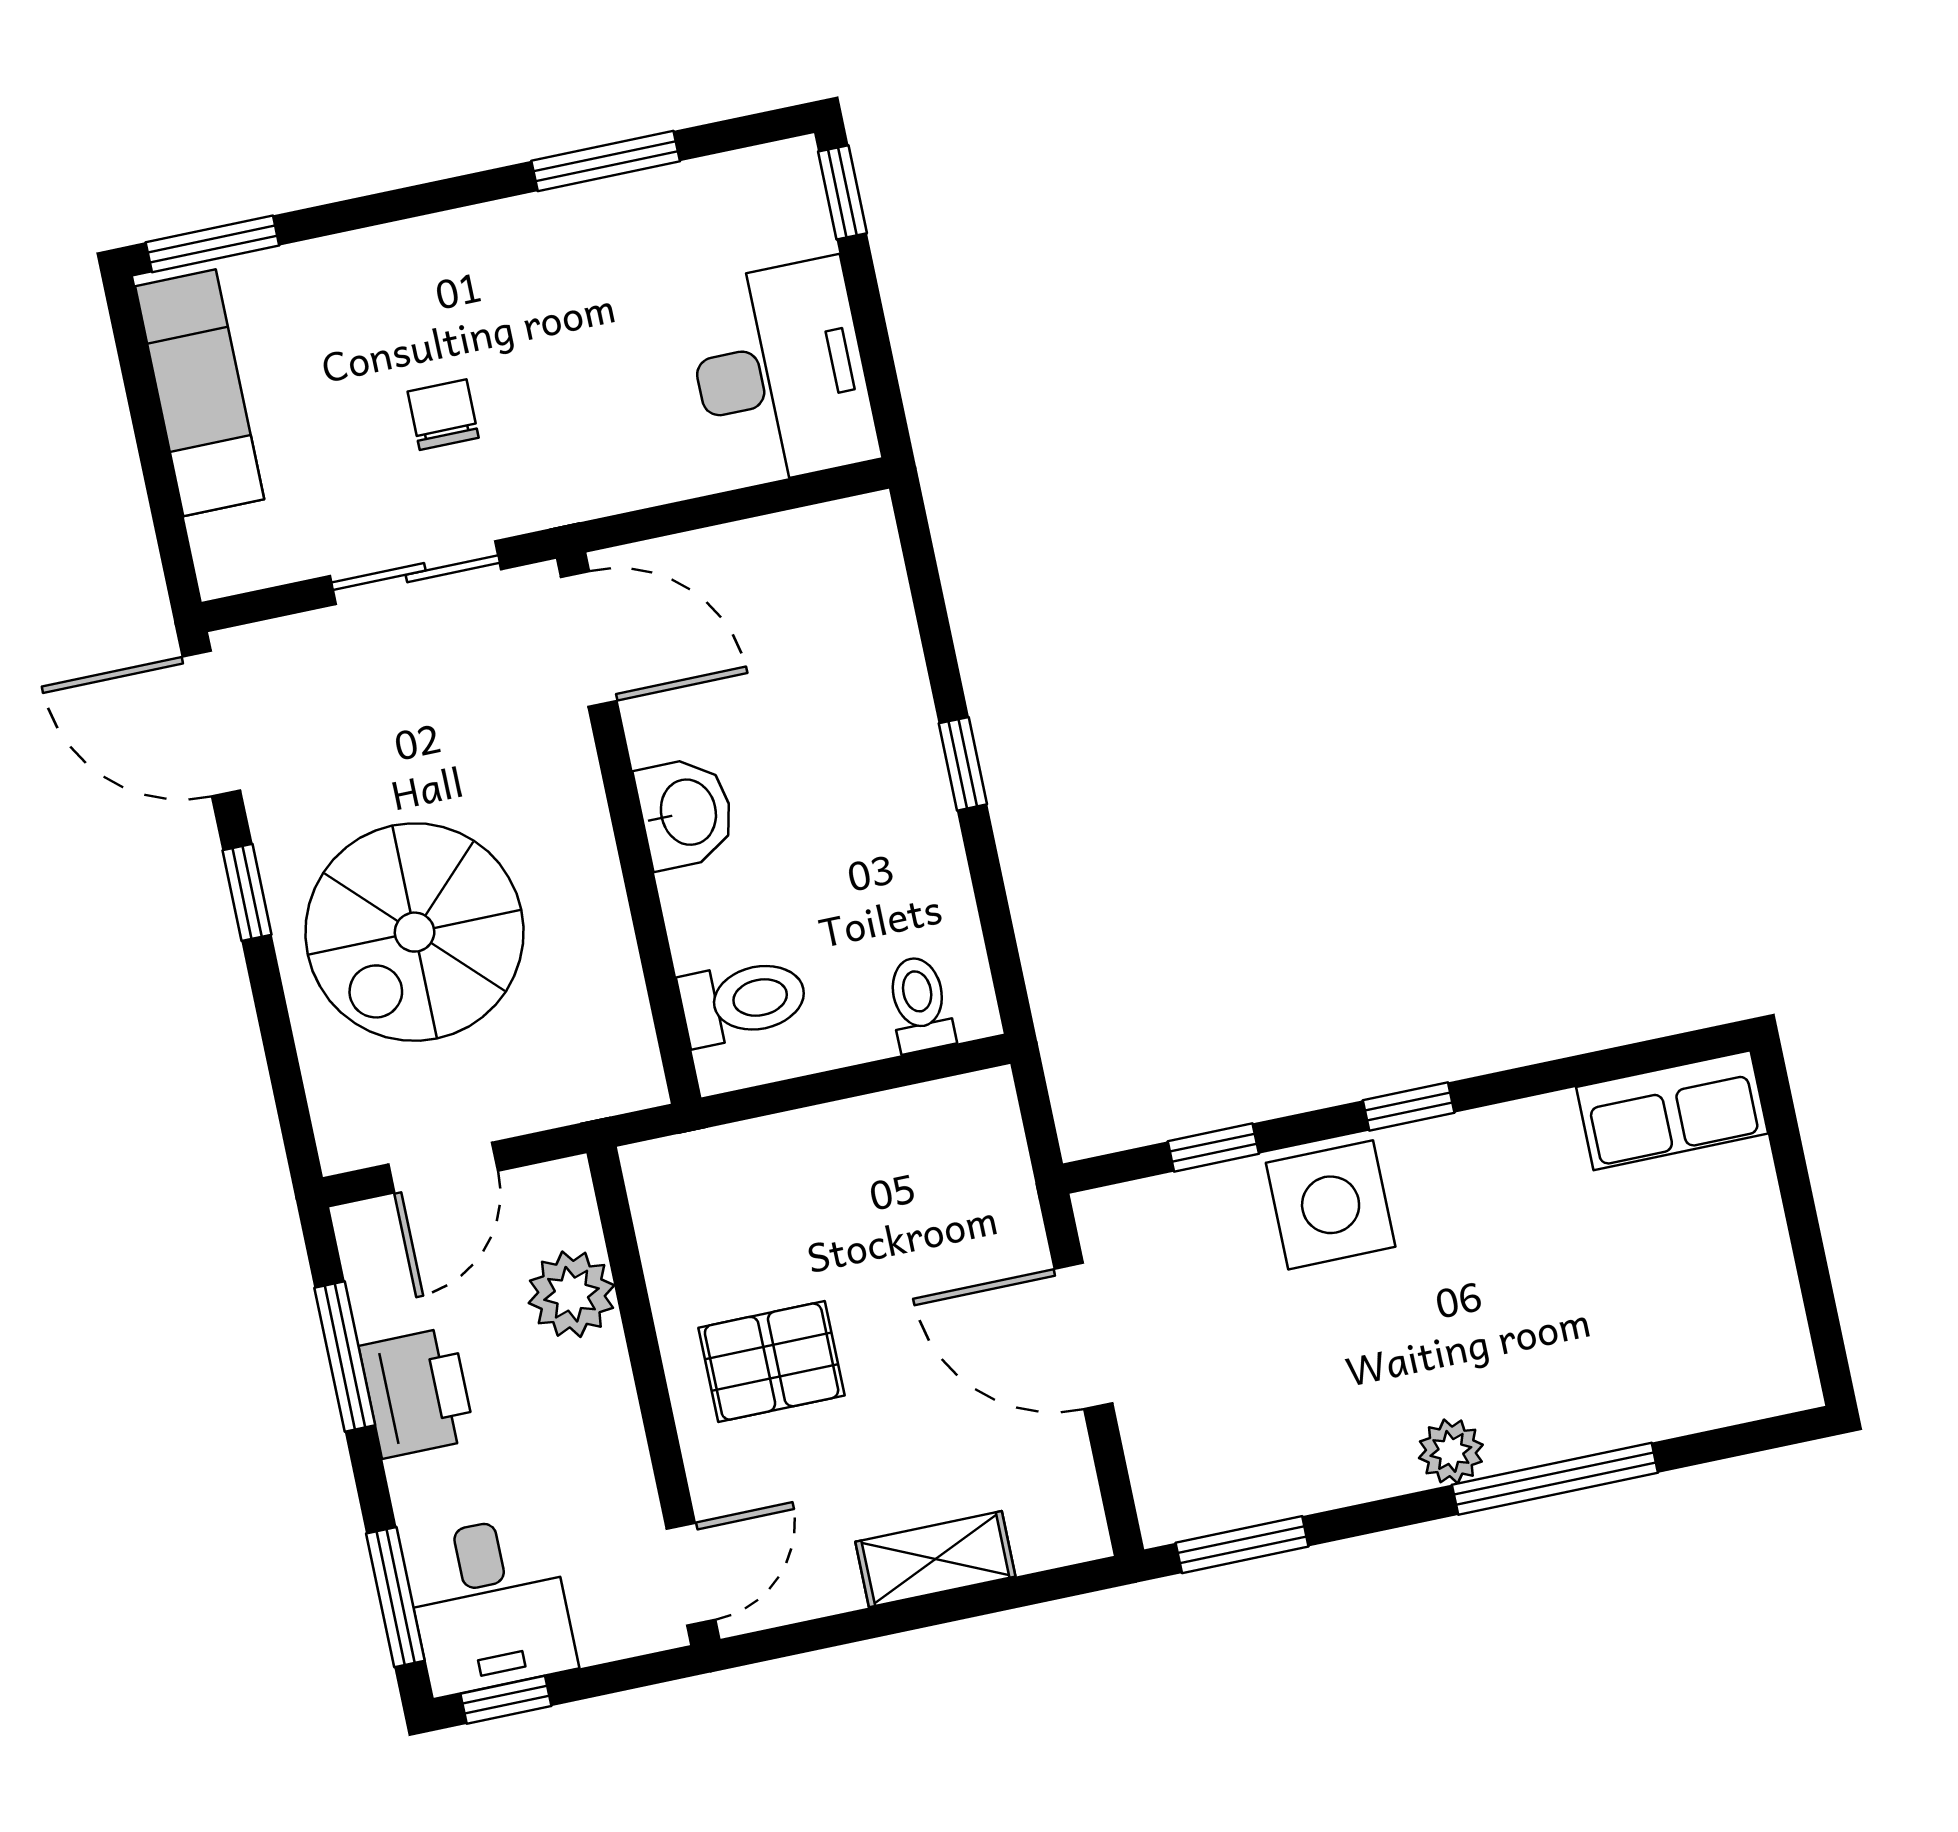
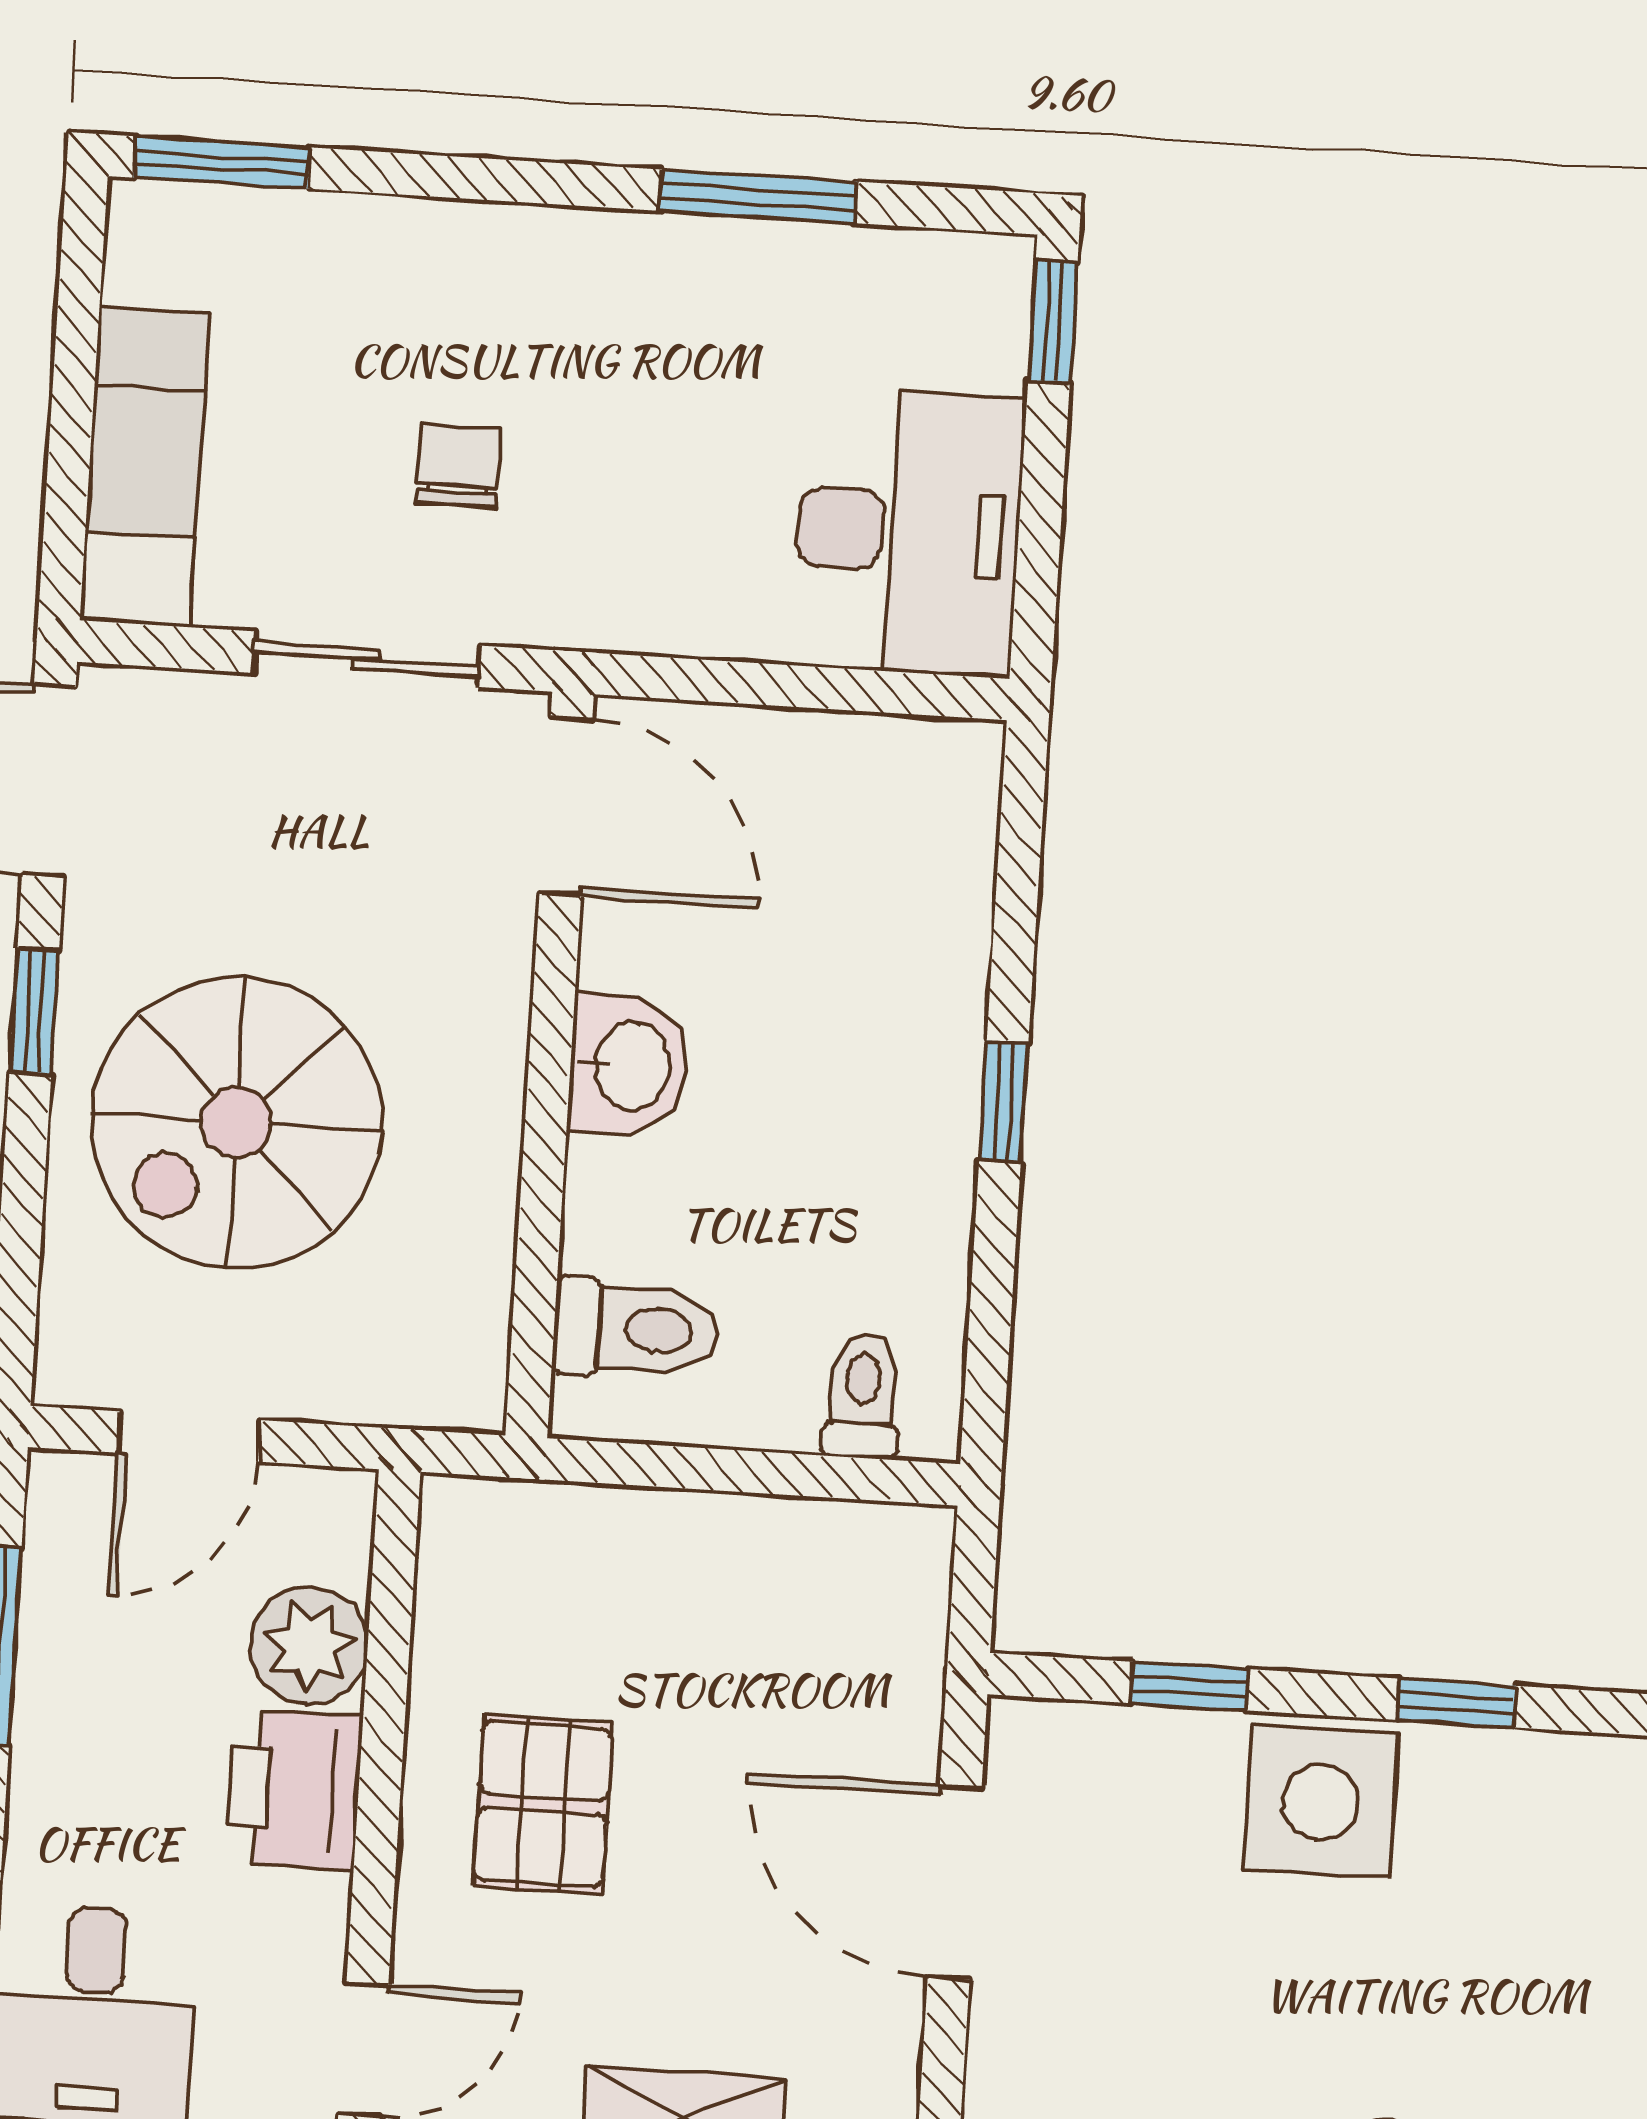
exam couch: (200, 393) -> (145, 467), moved
pallet: (772, 1362) -> (543, 1804), turned 90
printer: (417, 1393) -> (295, 1790), moved, turned 180

